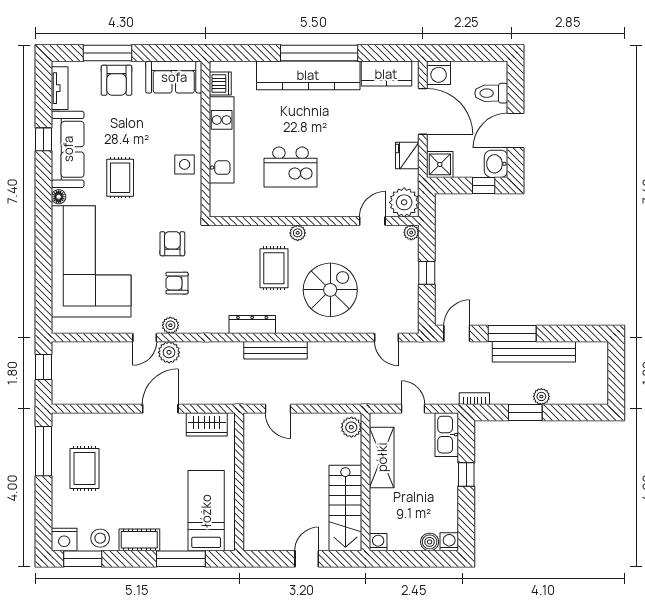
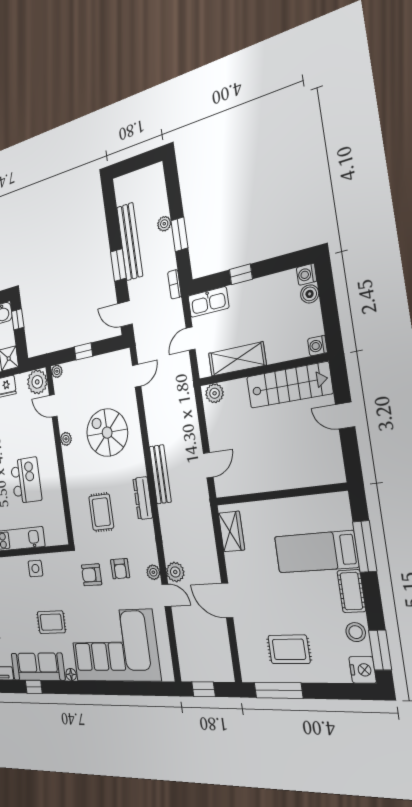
plant: (298, 233) -> (66, 439), moved
rug: (274, 268) -> (101, 512), moved, turned 90
window: (512, 334) -> (118, 265), width x0.69
door: (160, 409) -> (227, 600), moved
bed: (206, 511) -> (316, 552), moved

